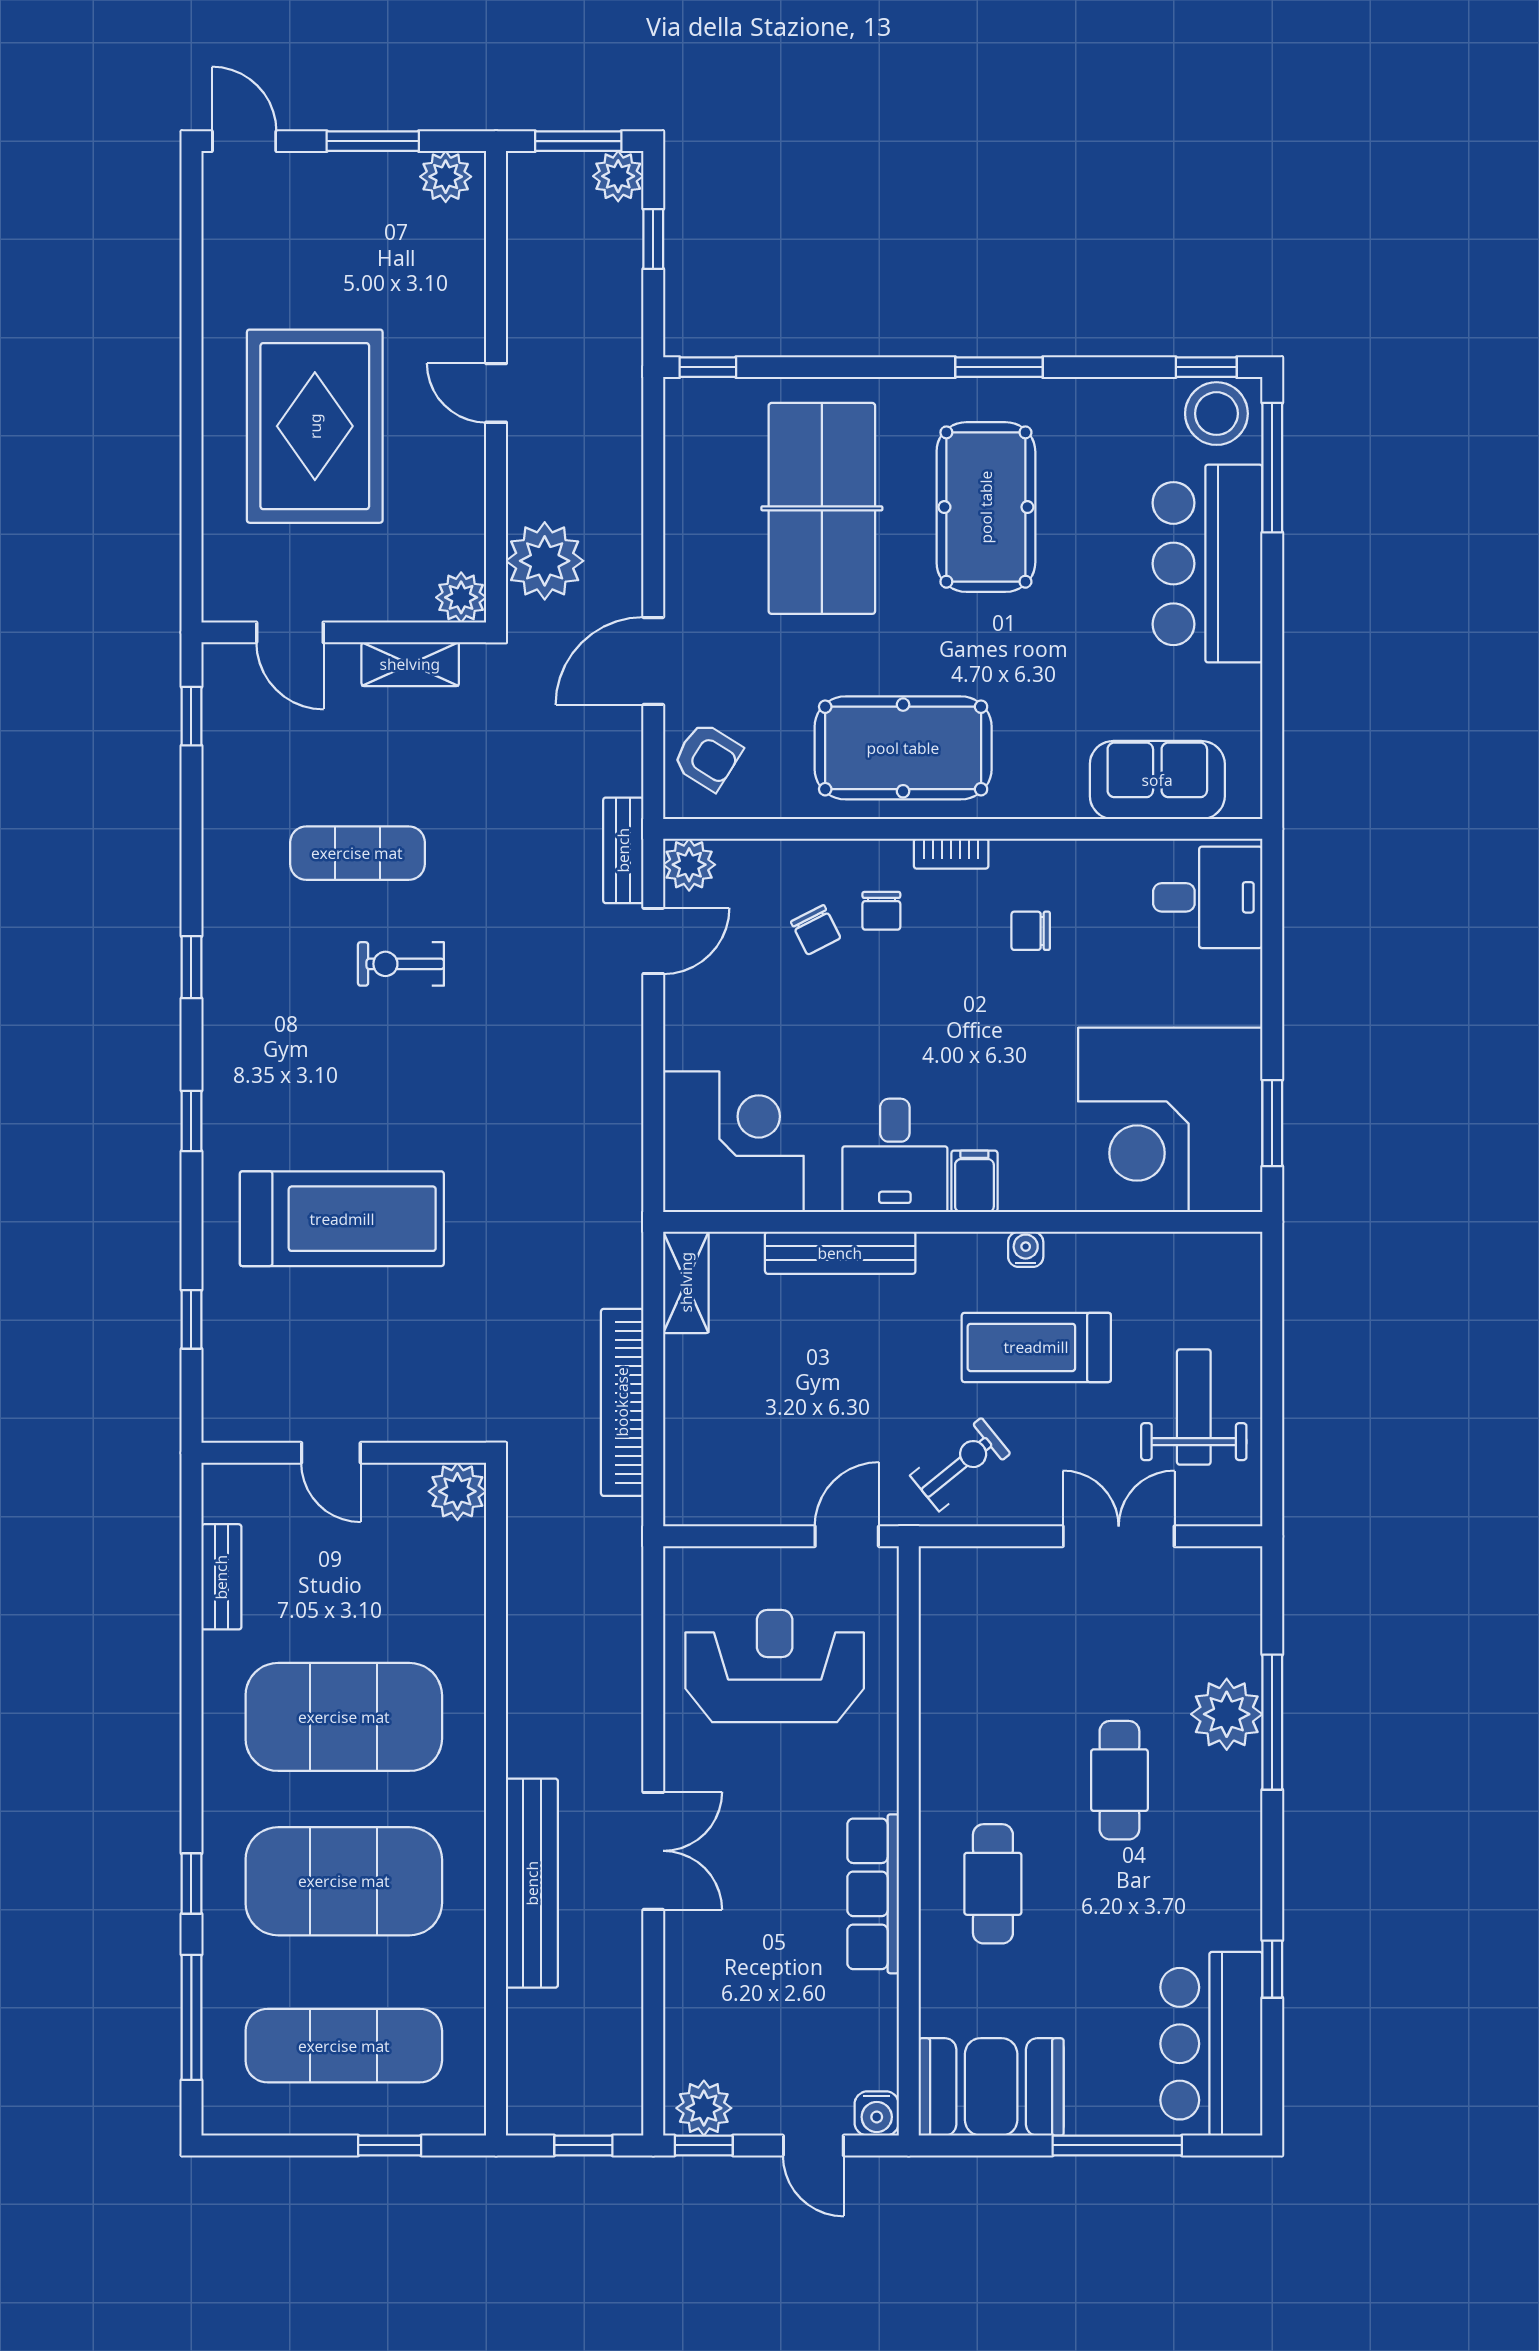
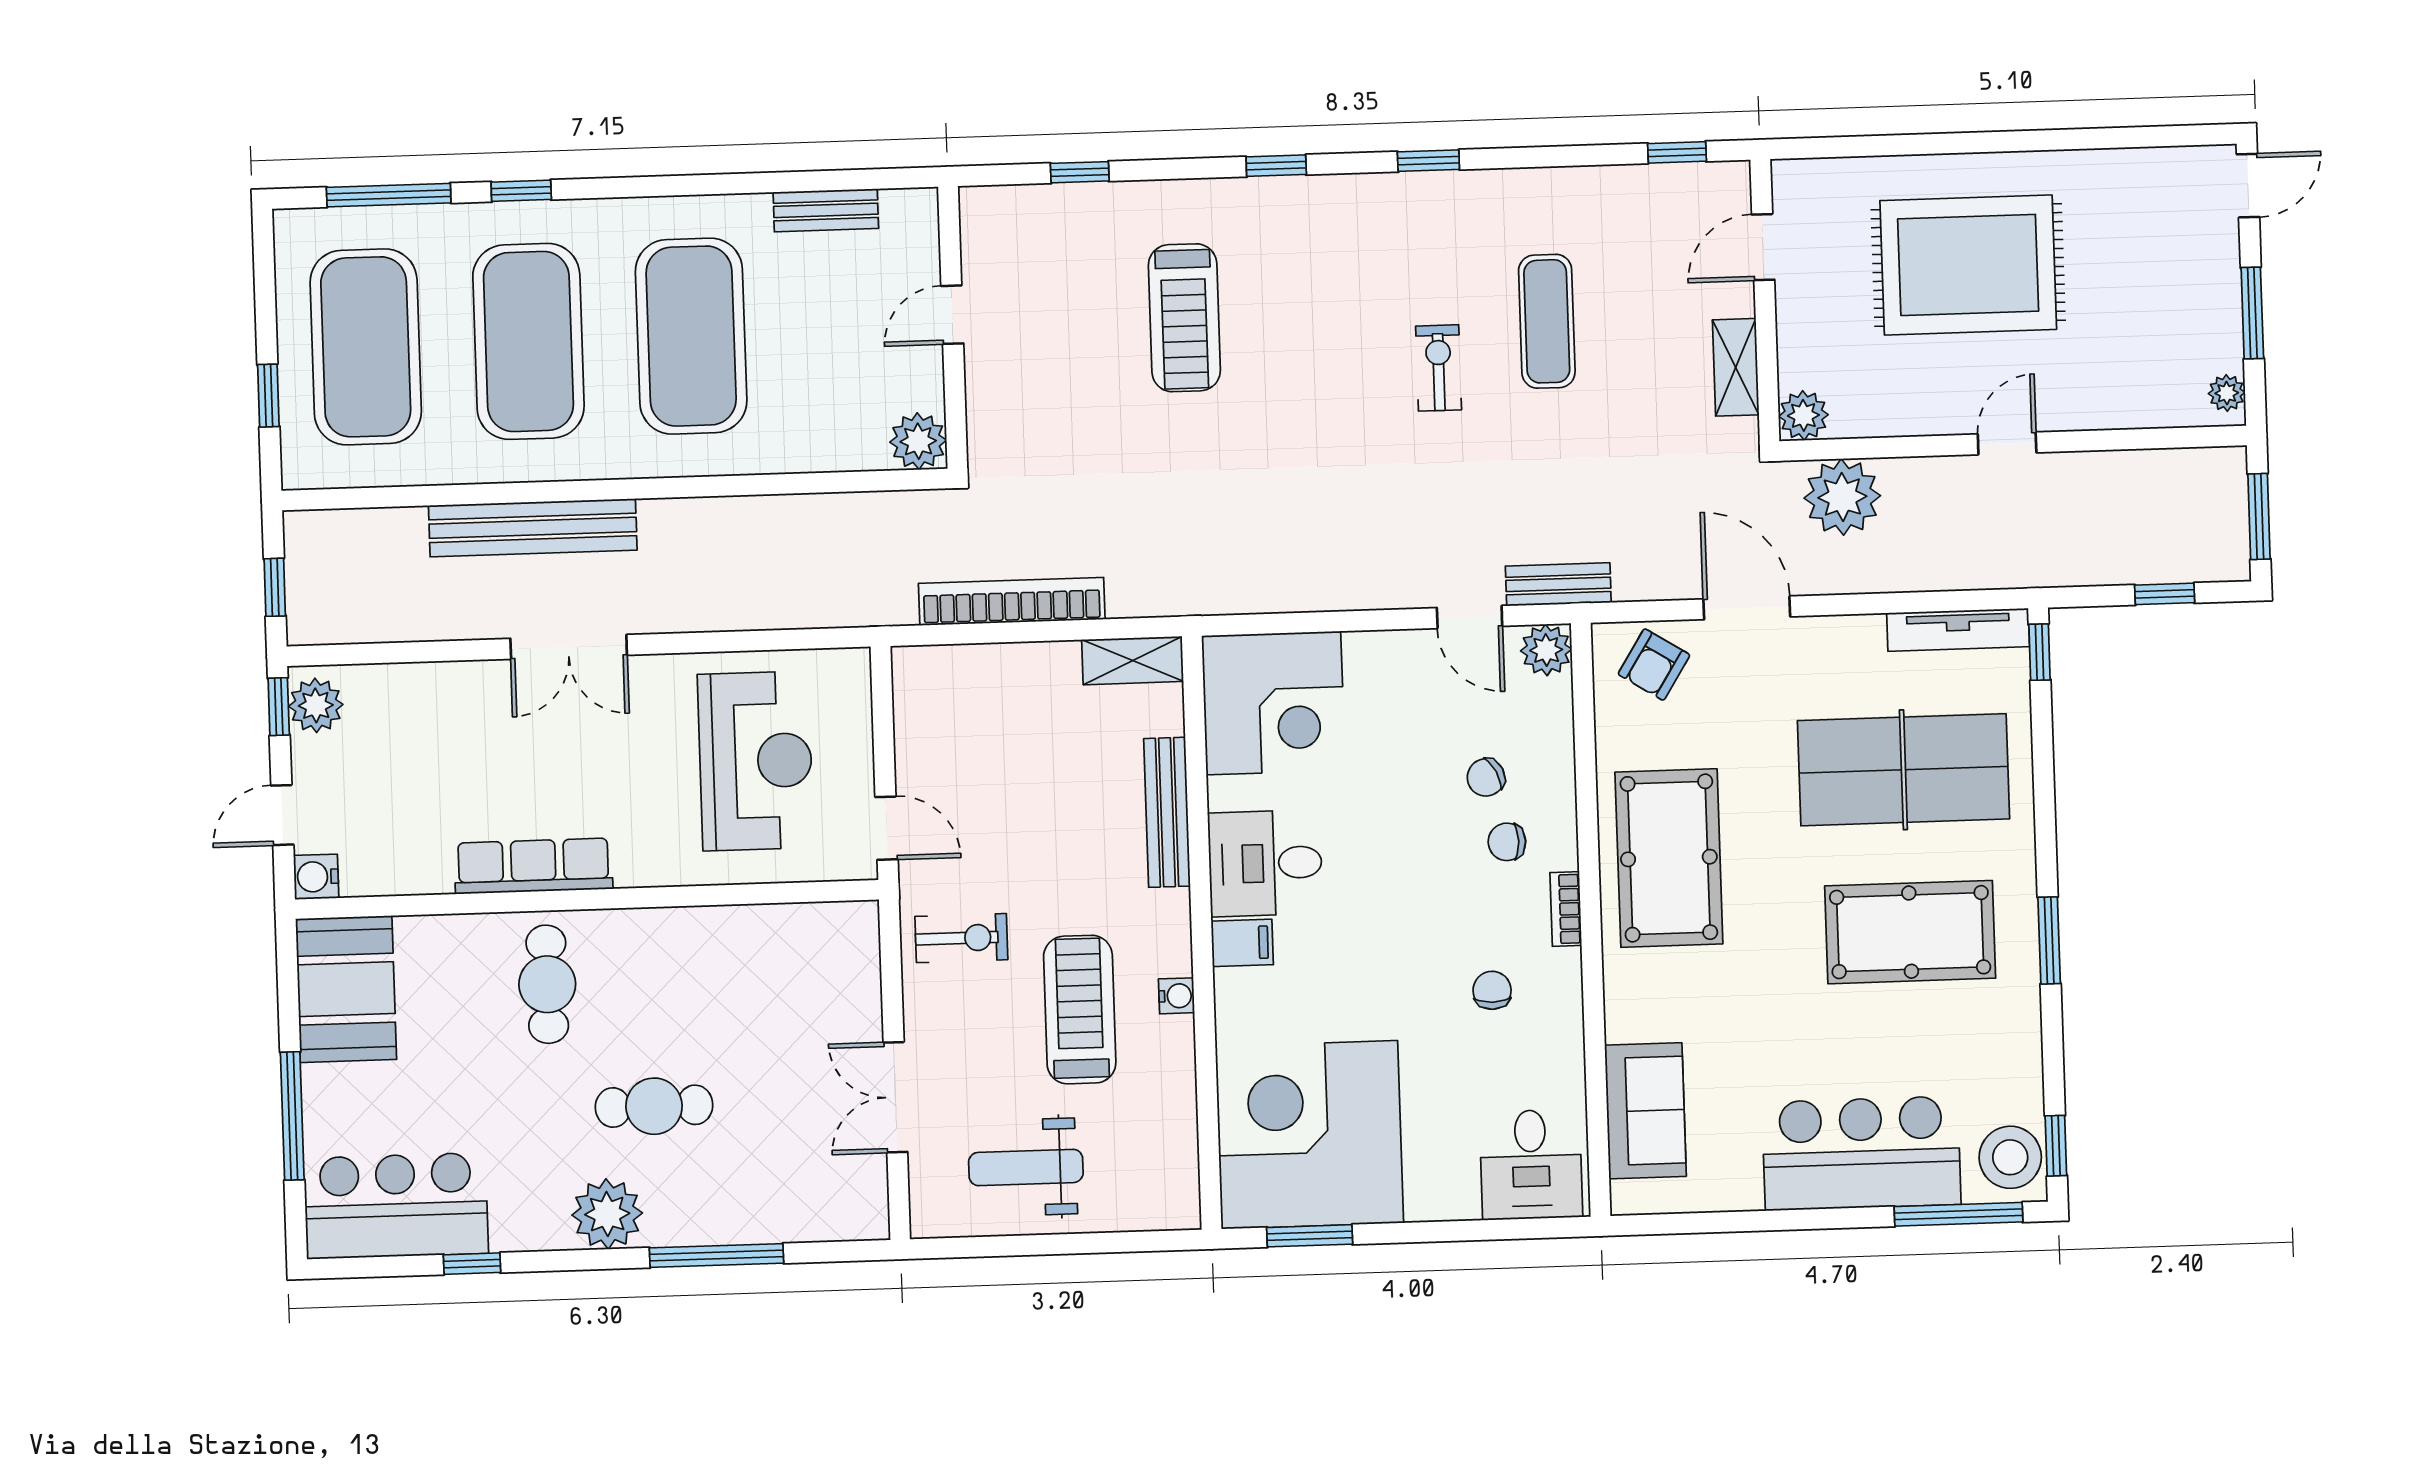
plant: (618, 176) -> (2226, 557), removed
plant: (446, 177) -> (2227, 393), width x0.73, depth x0.73
tv unit: (682, 449) -> (1958, 630), added
treadmill: (342, 1219) -> (1184, 318), width x0.73, depth x0.73
weight bench: (1194, 1407) -> (1026, 1167), turned 180
exercise bike: (960, 1464) -> (961, 938), turned -51
double door: (1119, 1536) -> (895, 1097), swing flipped
plant: (1227, 1714) -> (607, 1214), moved
cafe table: (993, 1884) -> (547, 984), turned 90
exercise mat: (344, 2046) -> (366, 347), width x1.47

